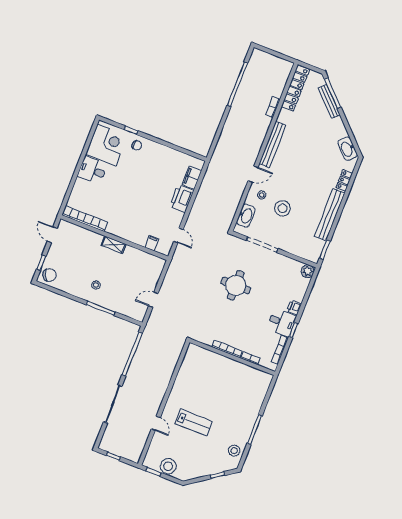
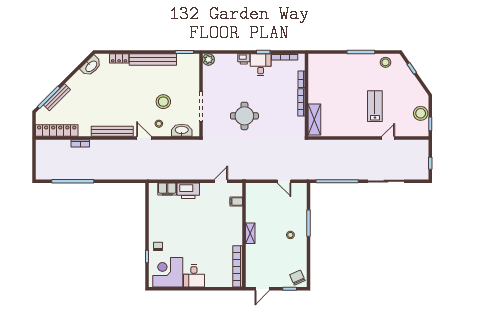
shelving: (204, 355) -> (314, 120), added

